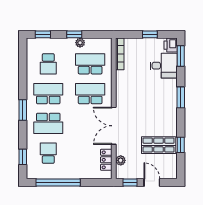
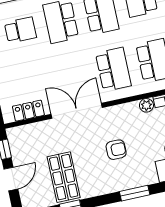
armchair: (147, 104) -> (116, 150), added
plant: (121, 160) -> (146, 105), moved

